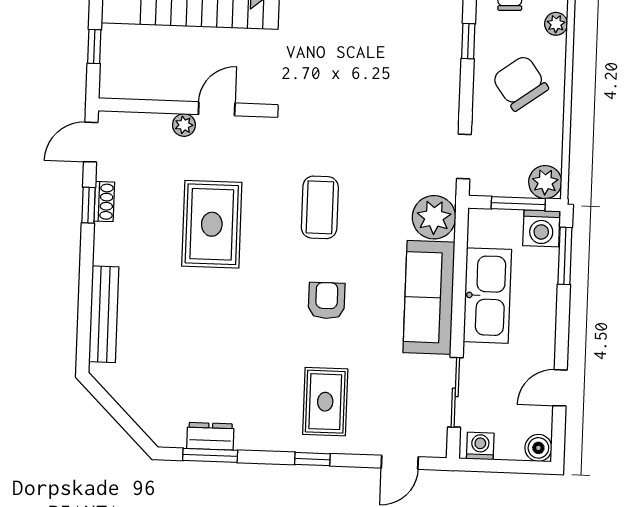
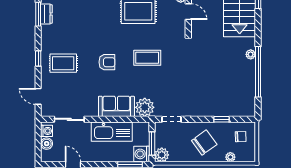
sofa: (429, 297) -> (116, 106), width x0.73
boiler: (538, 448) -> (47, 144), moved

